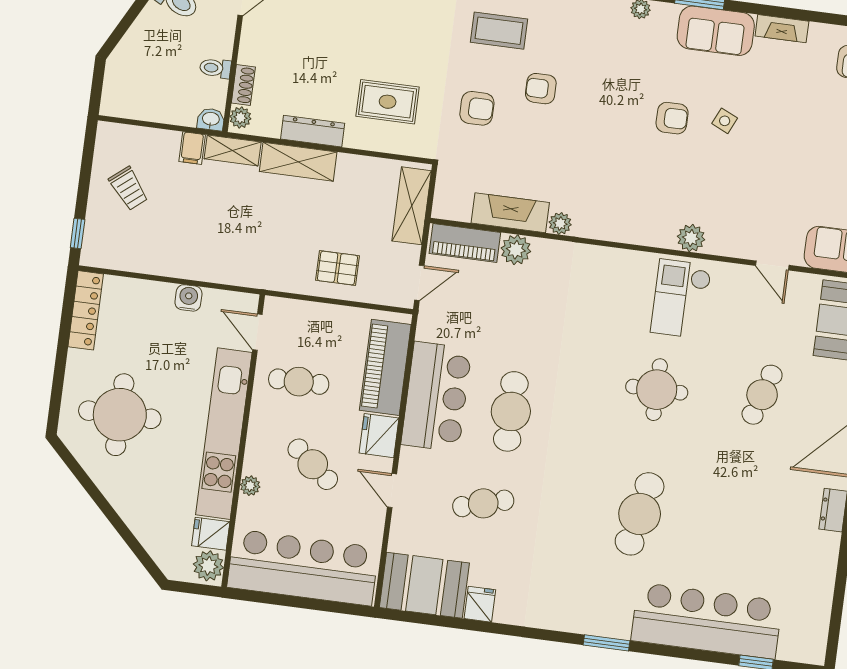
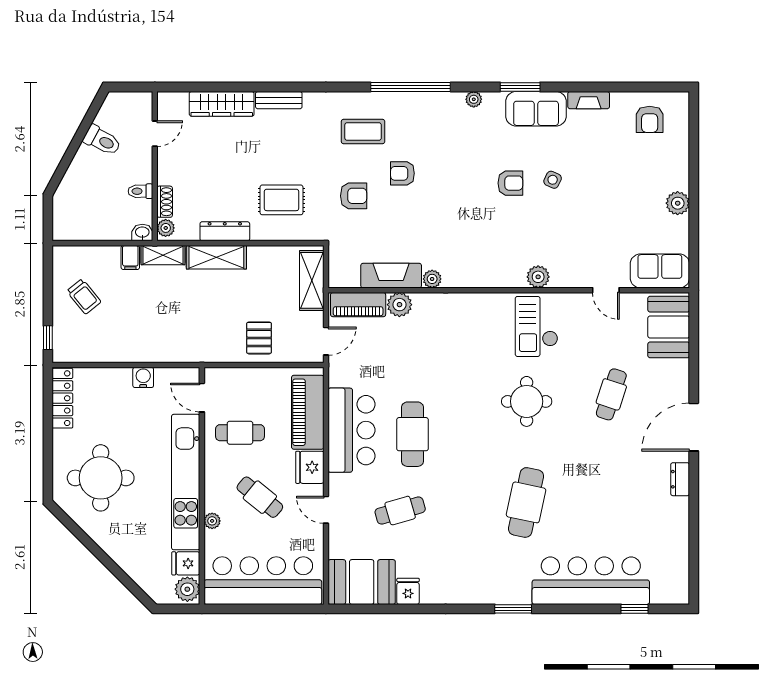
pallet: (338, 268) -> (259, 338), turned 90

